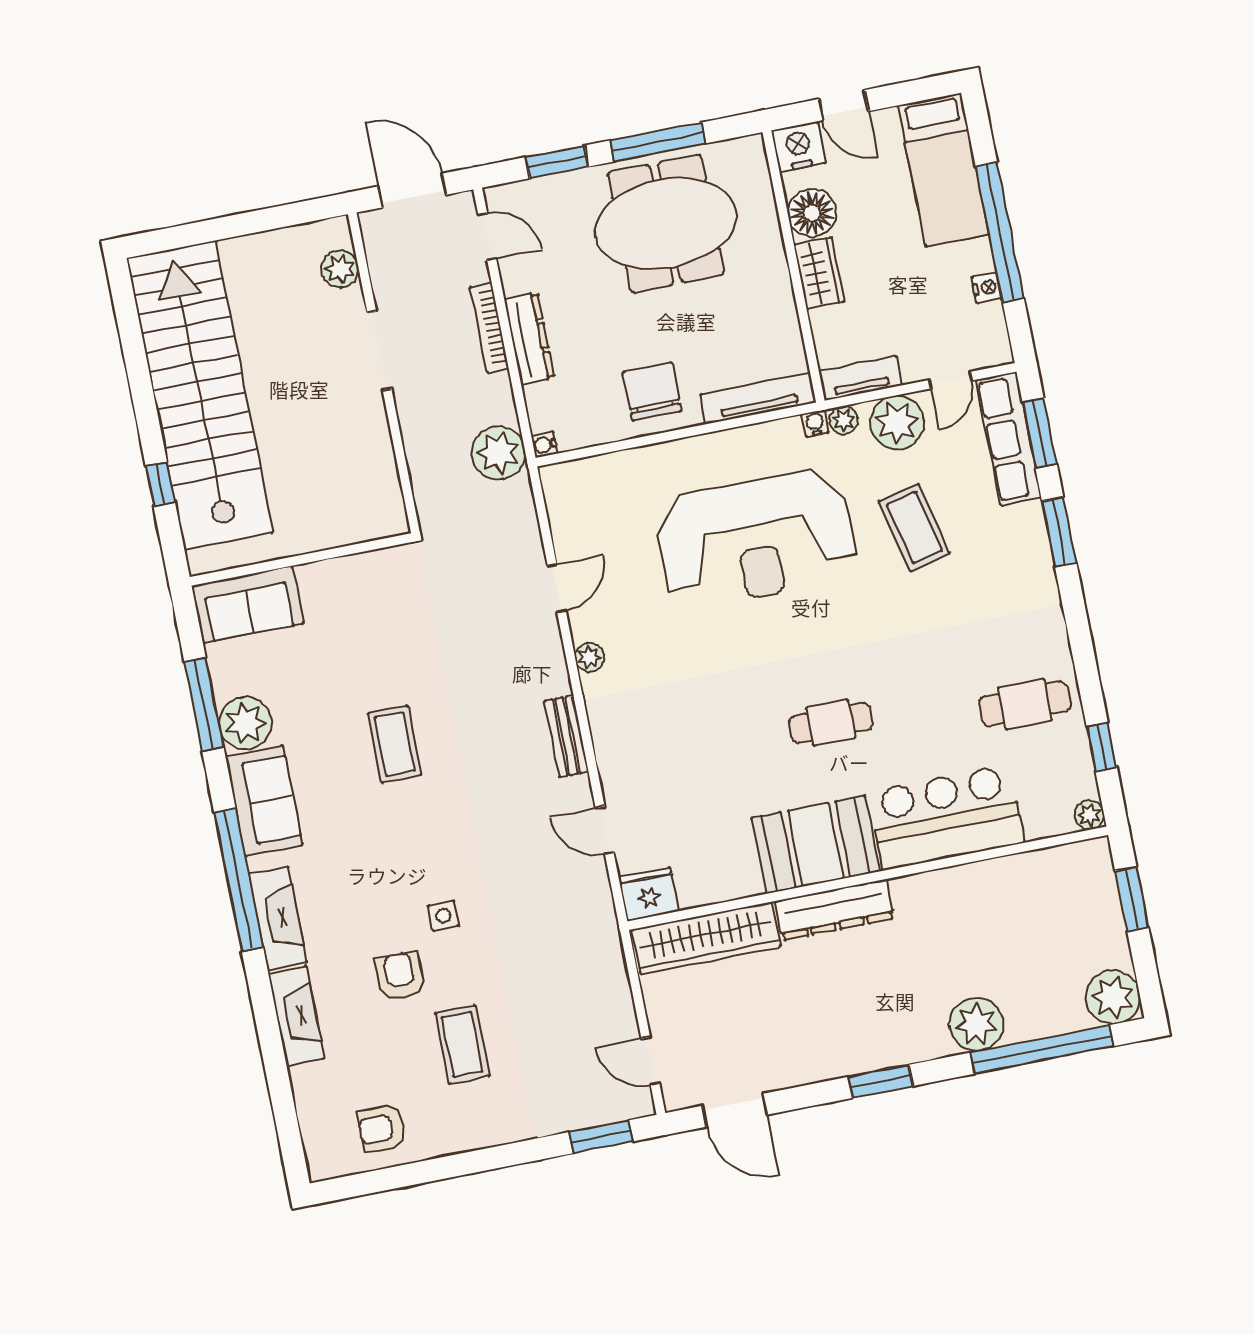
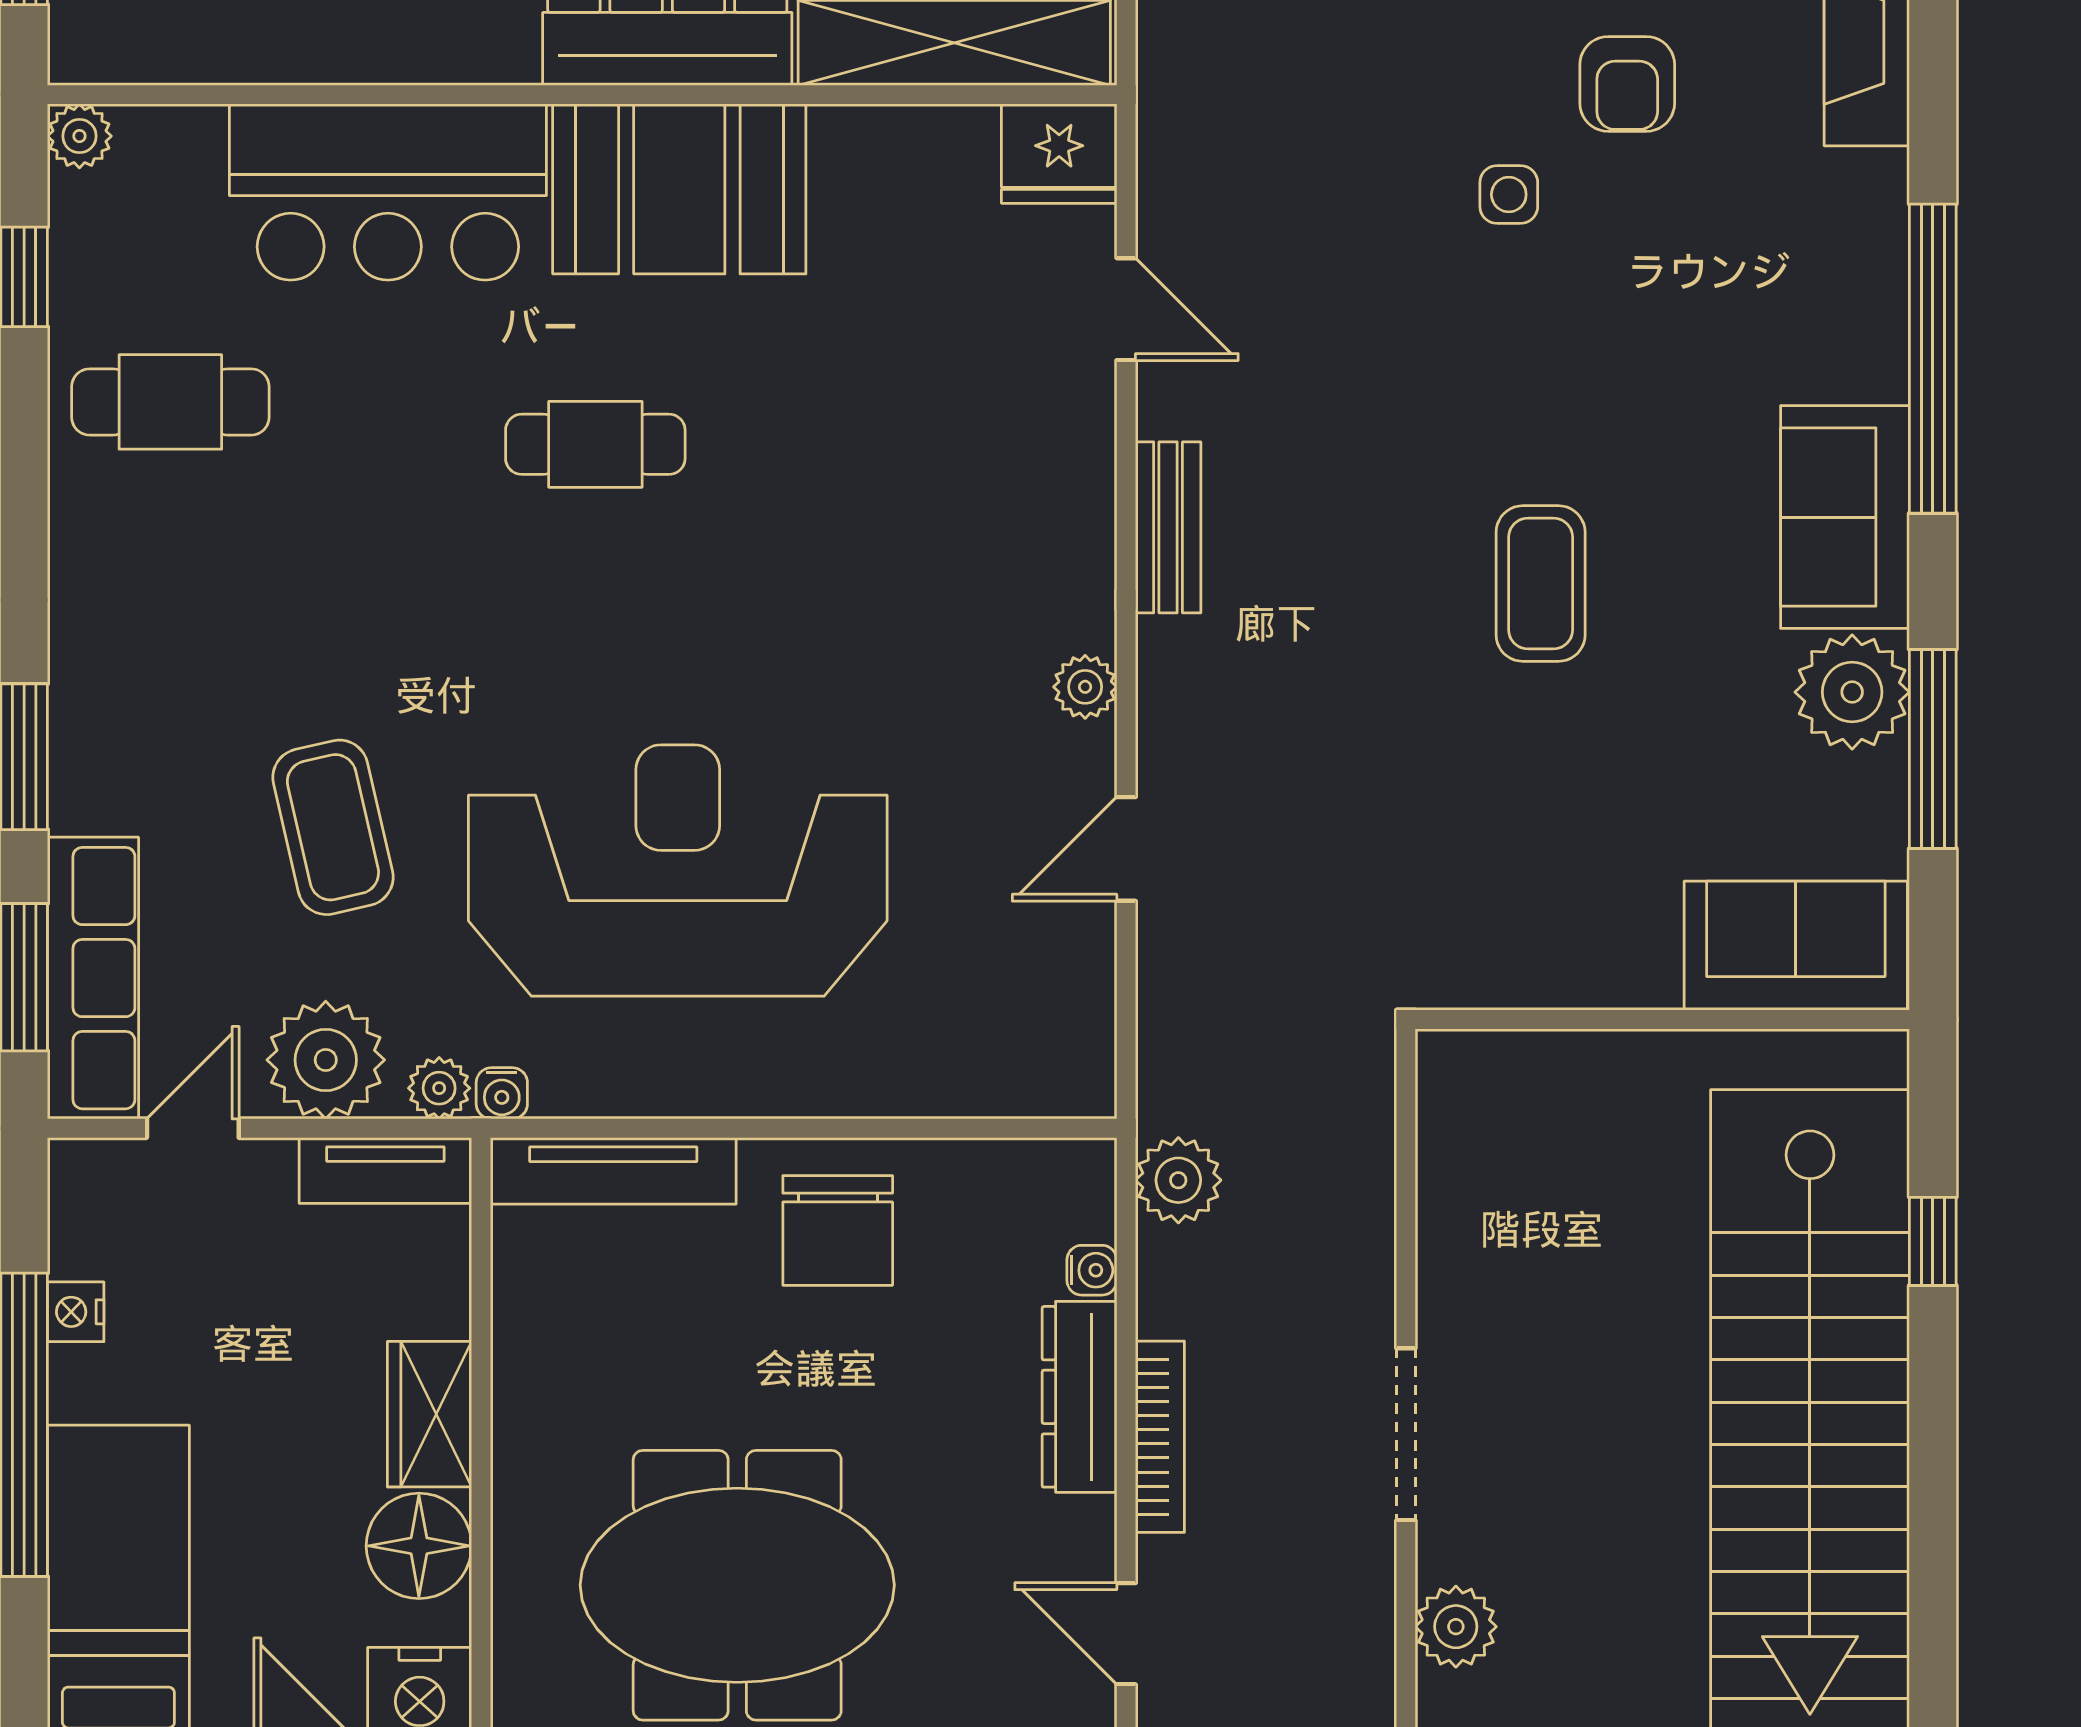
water cooler: (544, 445) -> (1092, 1270), moved
plant: (498, 453) -> (1178, 1180), width x0.73, depth x0.73
fireplace: (278, 918) -> (1865, 259), removed

